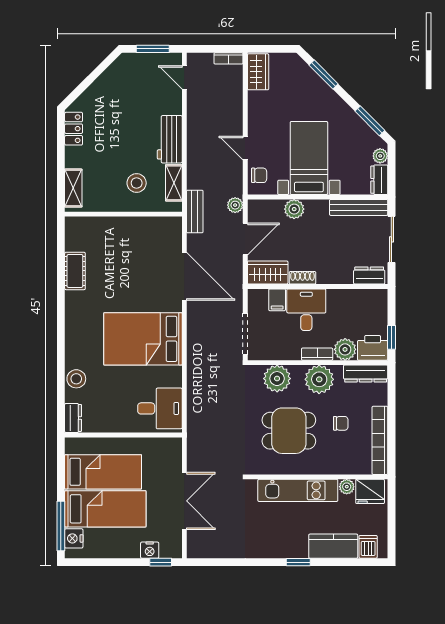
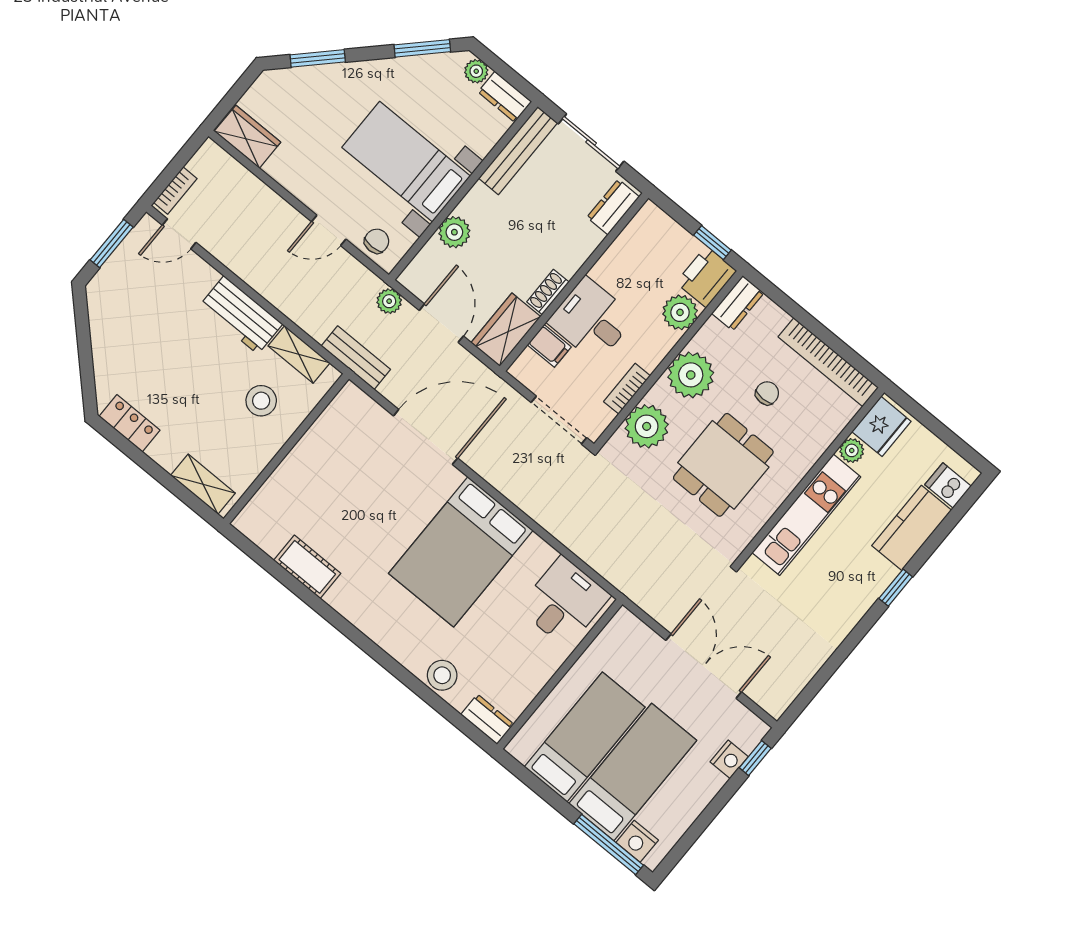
bookcase: (229, 58) -> (175, 191), moved
bookcase: (317, 354) -> (627, 389), moved
dresser: (366, 374) -> (738, 303), width x0.70

